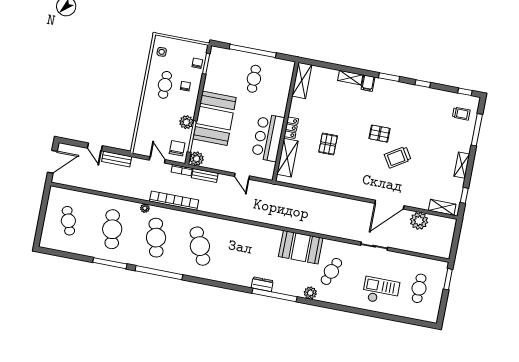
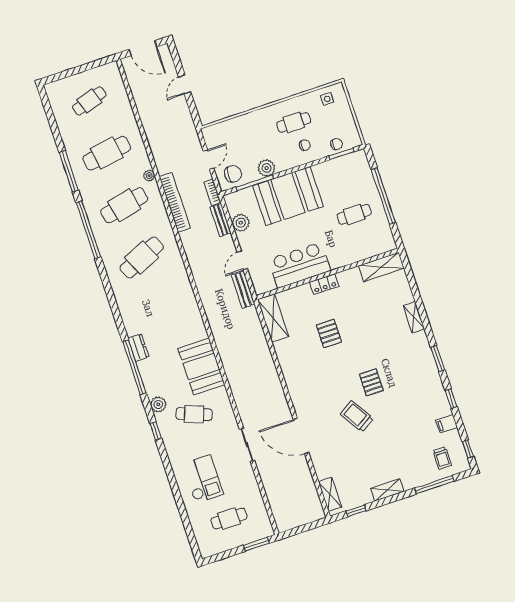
filing cabinet: (368, 83) -> (447, 424), moved
pallet: (328, 144) -> (329, 333), turned 90
shelving: (287, 158) -> (273, 318), moved, turned 90
bench: (117, 159) -> (243, 290), moved
plant: (197, 159) -> (241, 223), moved
plant: (419, 221) -> (301, 478), removed
window: (328, 305) -> (156, 431), added

